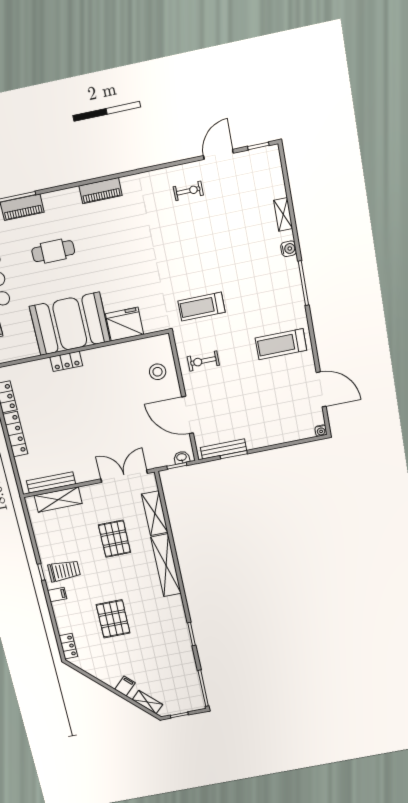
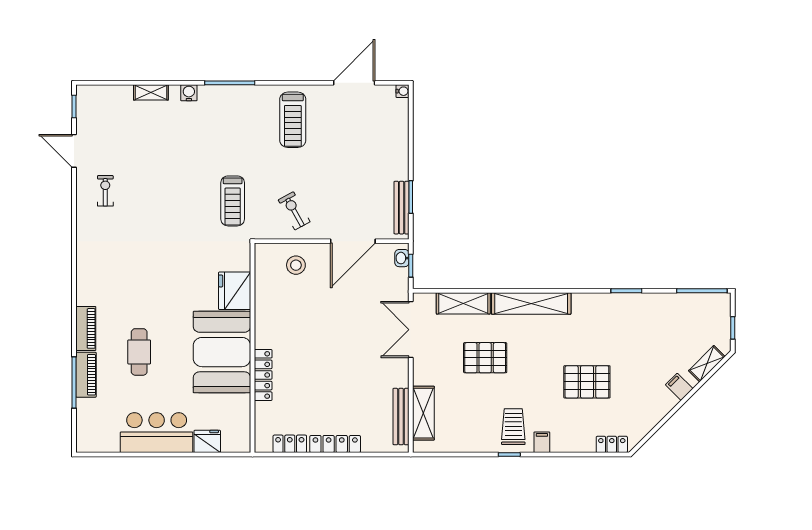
piano: (101, 191) -> (86, 328), moved
locker: (66, 361) -> (263, 375), width x1.53
exercise bike: (203, 361) -> (294, 211), turned 151

